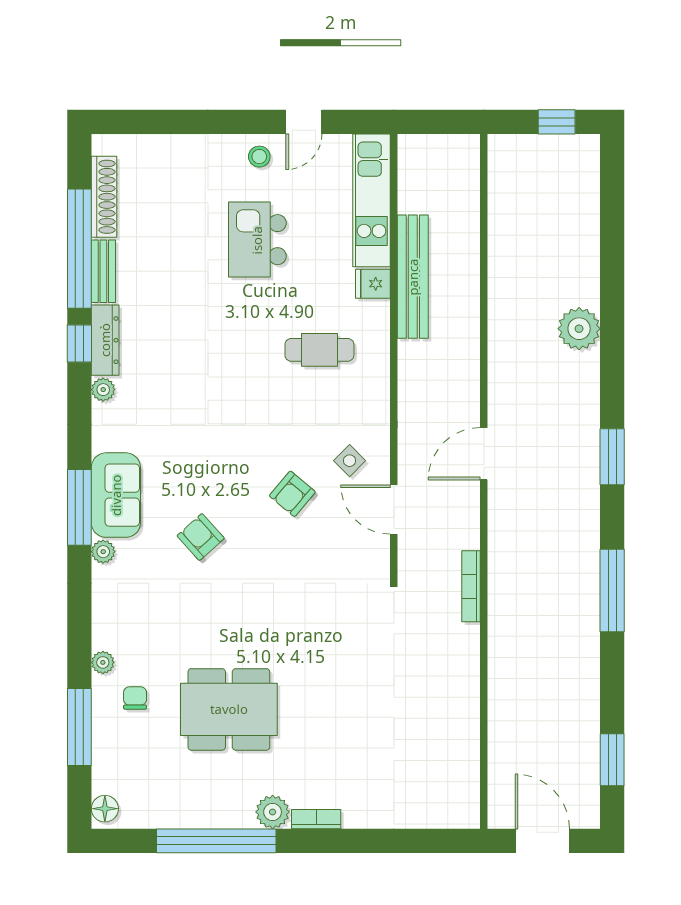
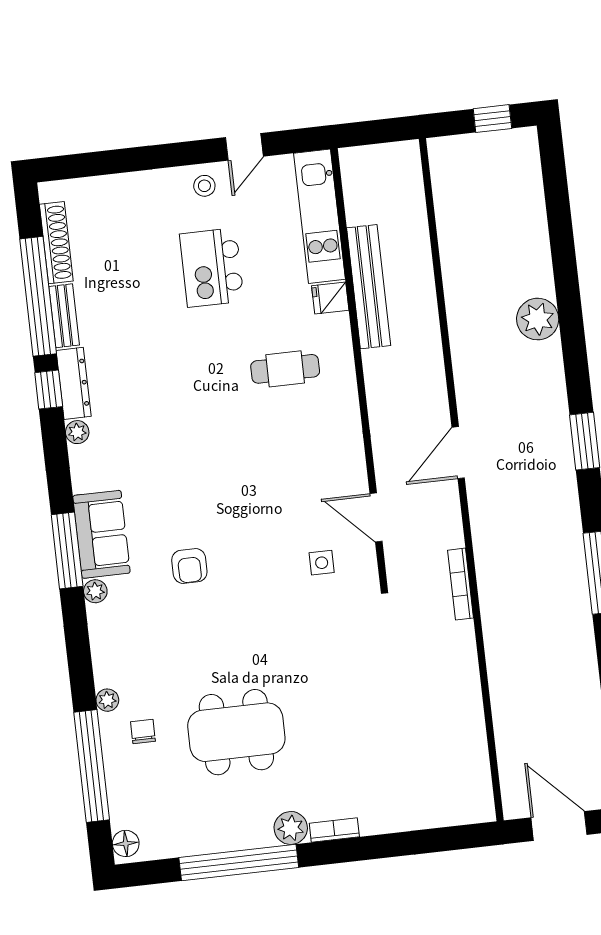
side table: (350, 461) -> (322, 563), moved, turned 45
armchair: (292, 494) -> (275, 513), removed
armchair: (201, 537) -> (189, 566), turned -138
window: (79, 727) -> (92, 766), width x1.46

